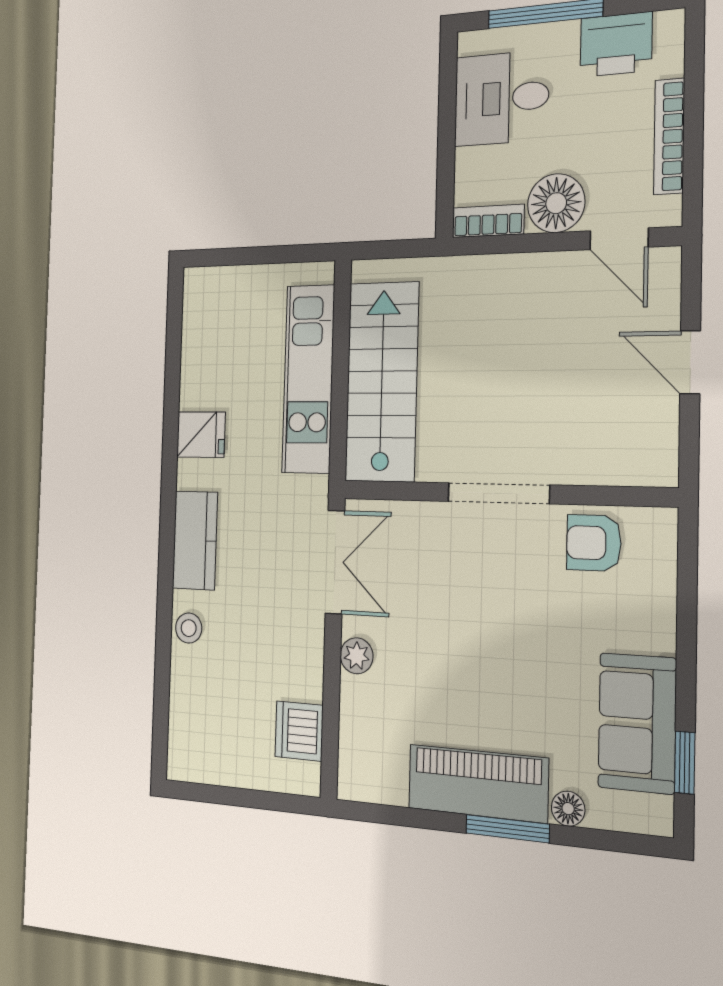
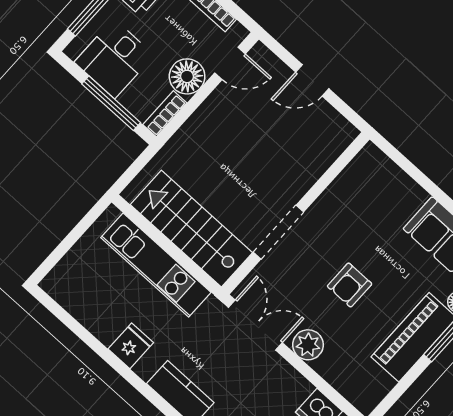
window: (446, 147) -> (111, 103), added
doorway: (498, 493) -> (278, 232), moved
armchair: (594, 543) -> (350, 285), moved
plant: (357, 656) -> (308, 345), width x1.38, depth x1.38

